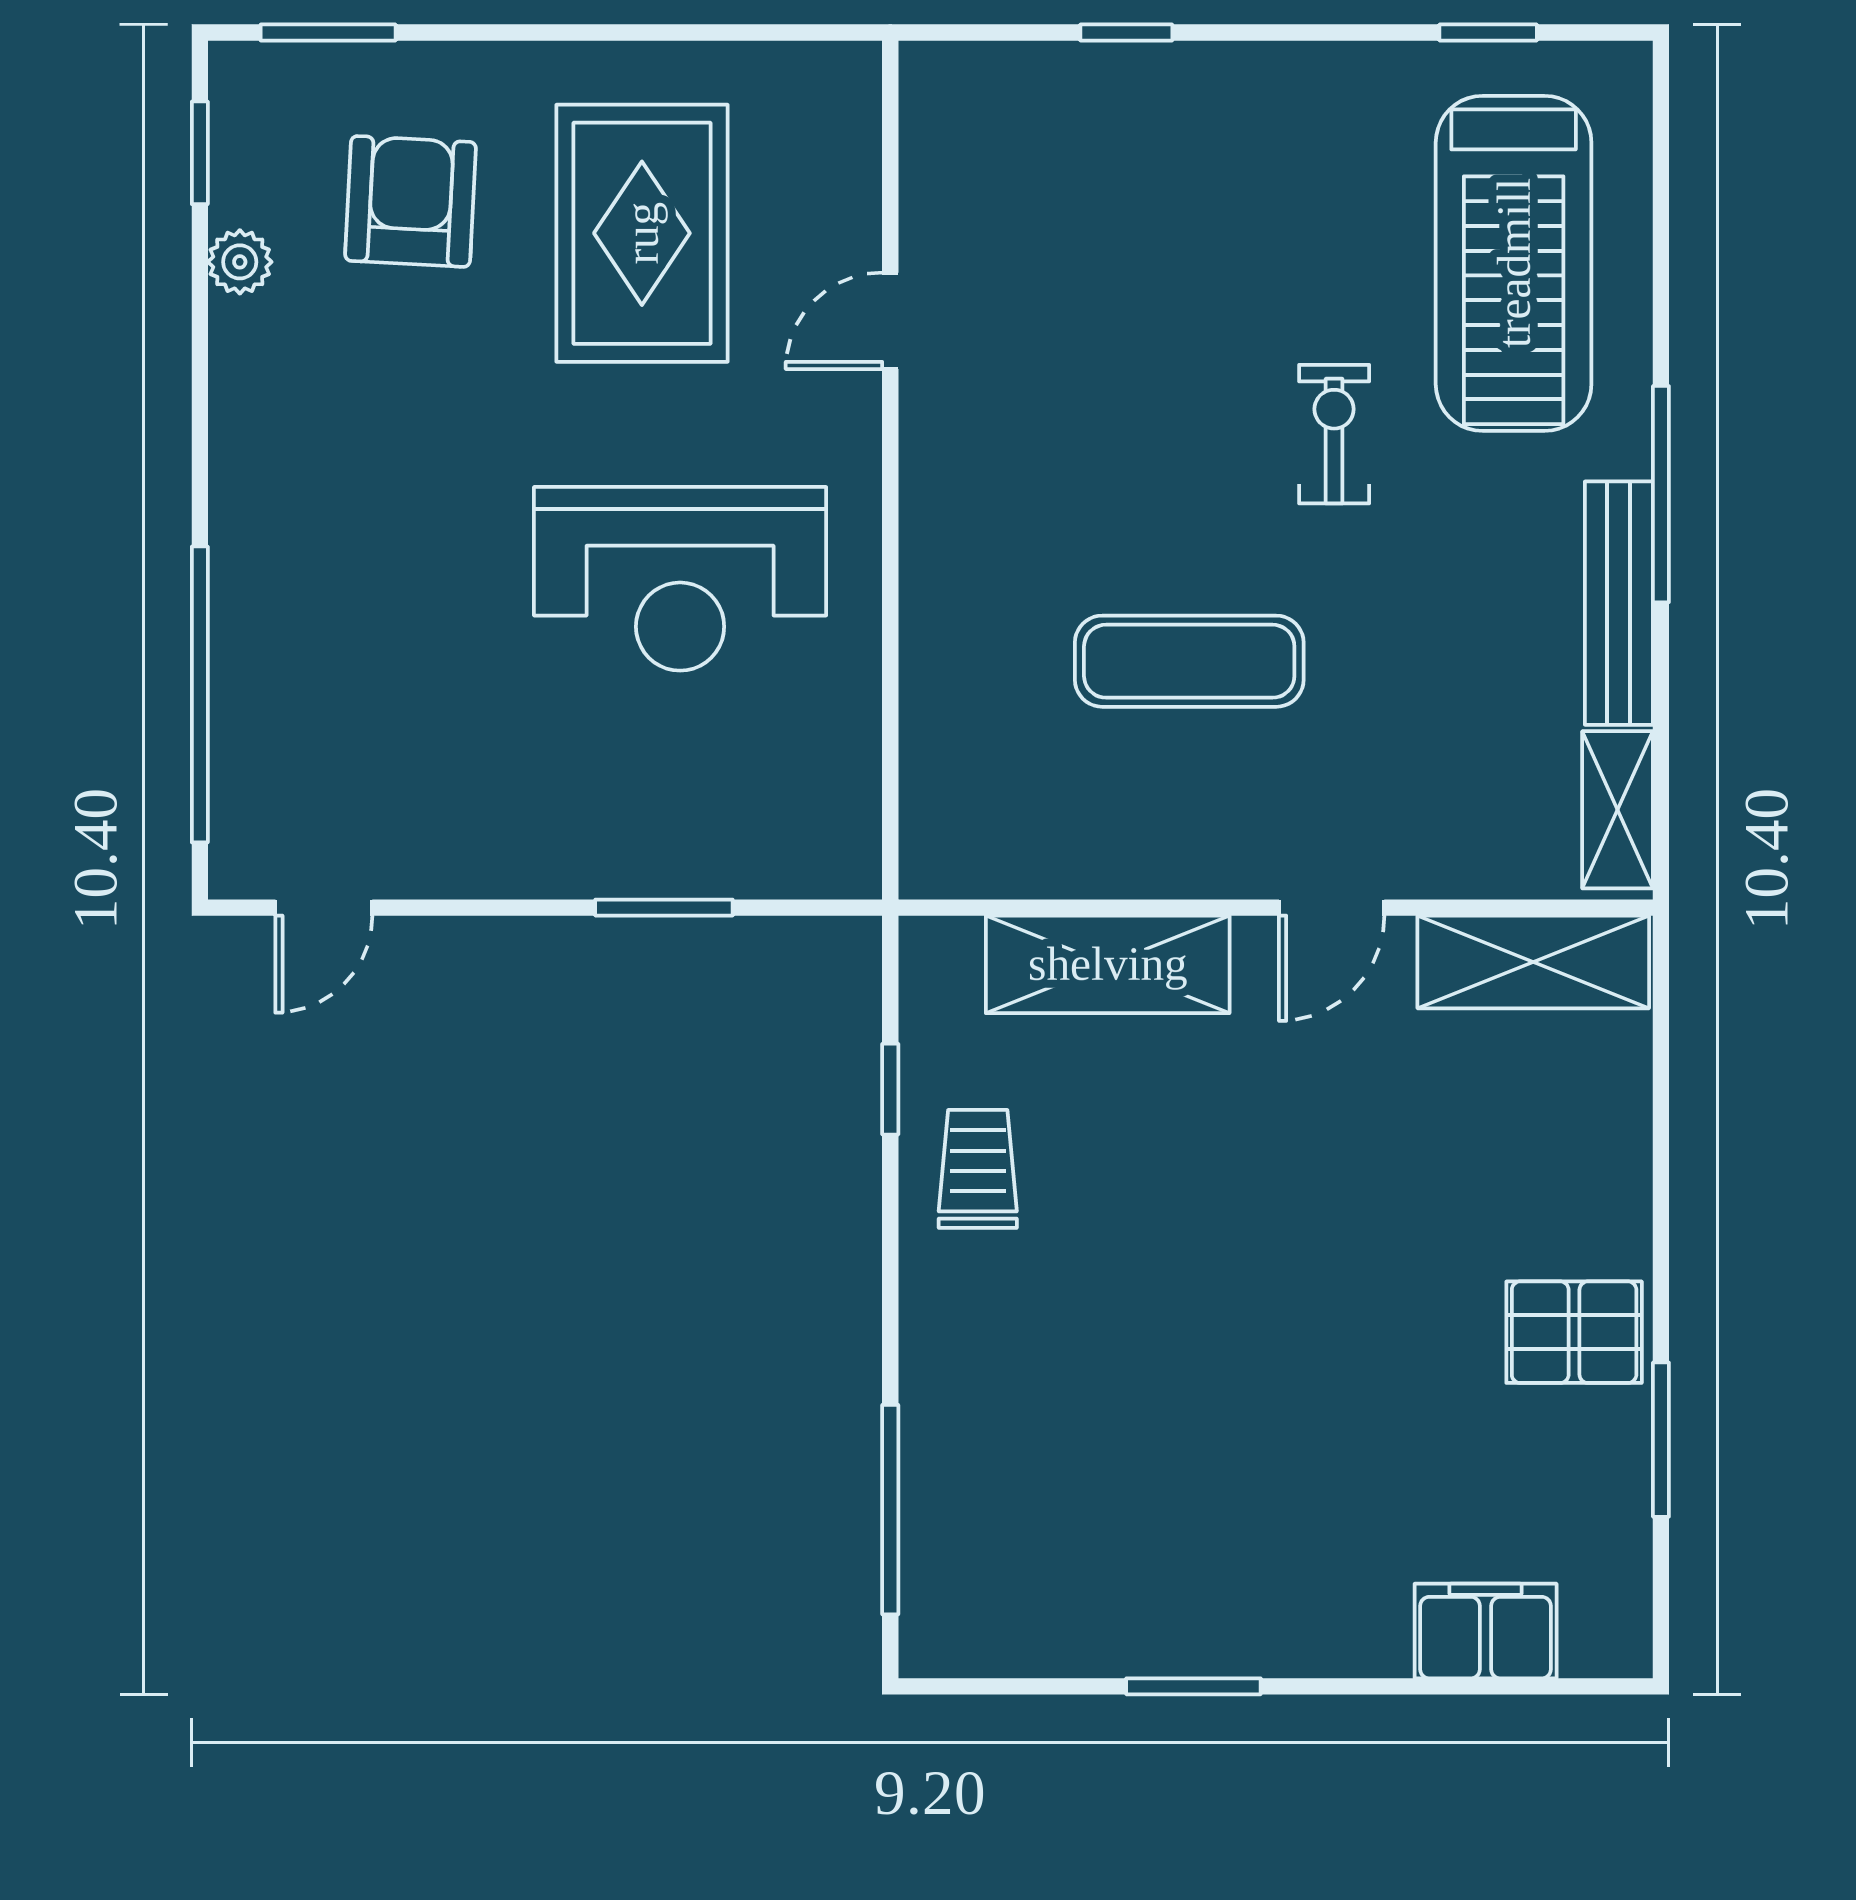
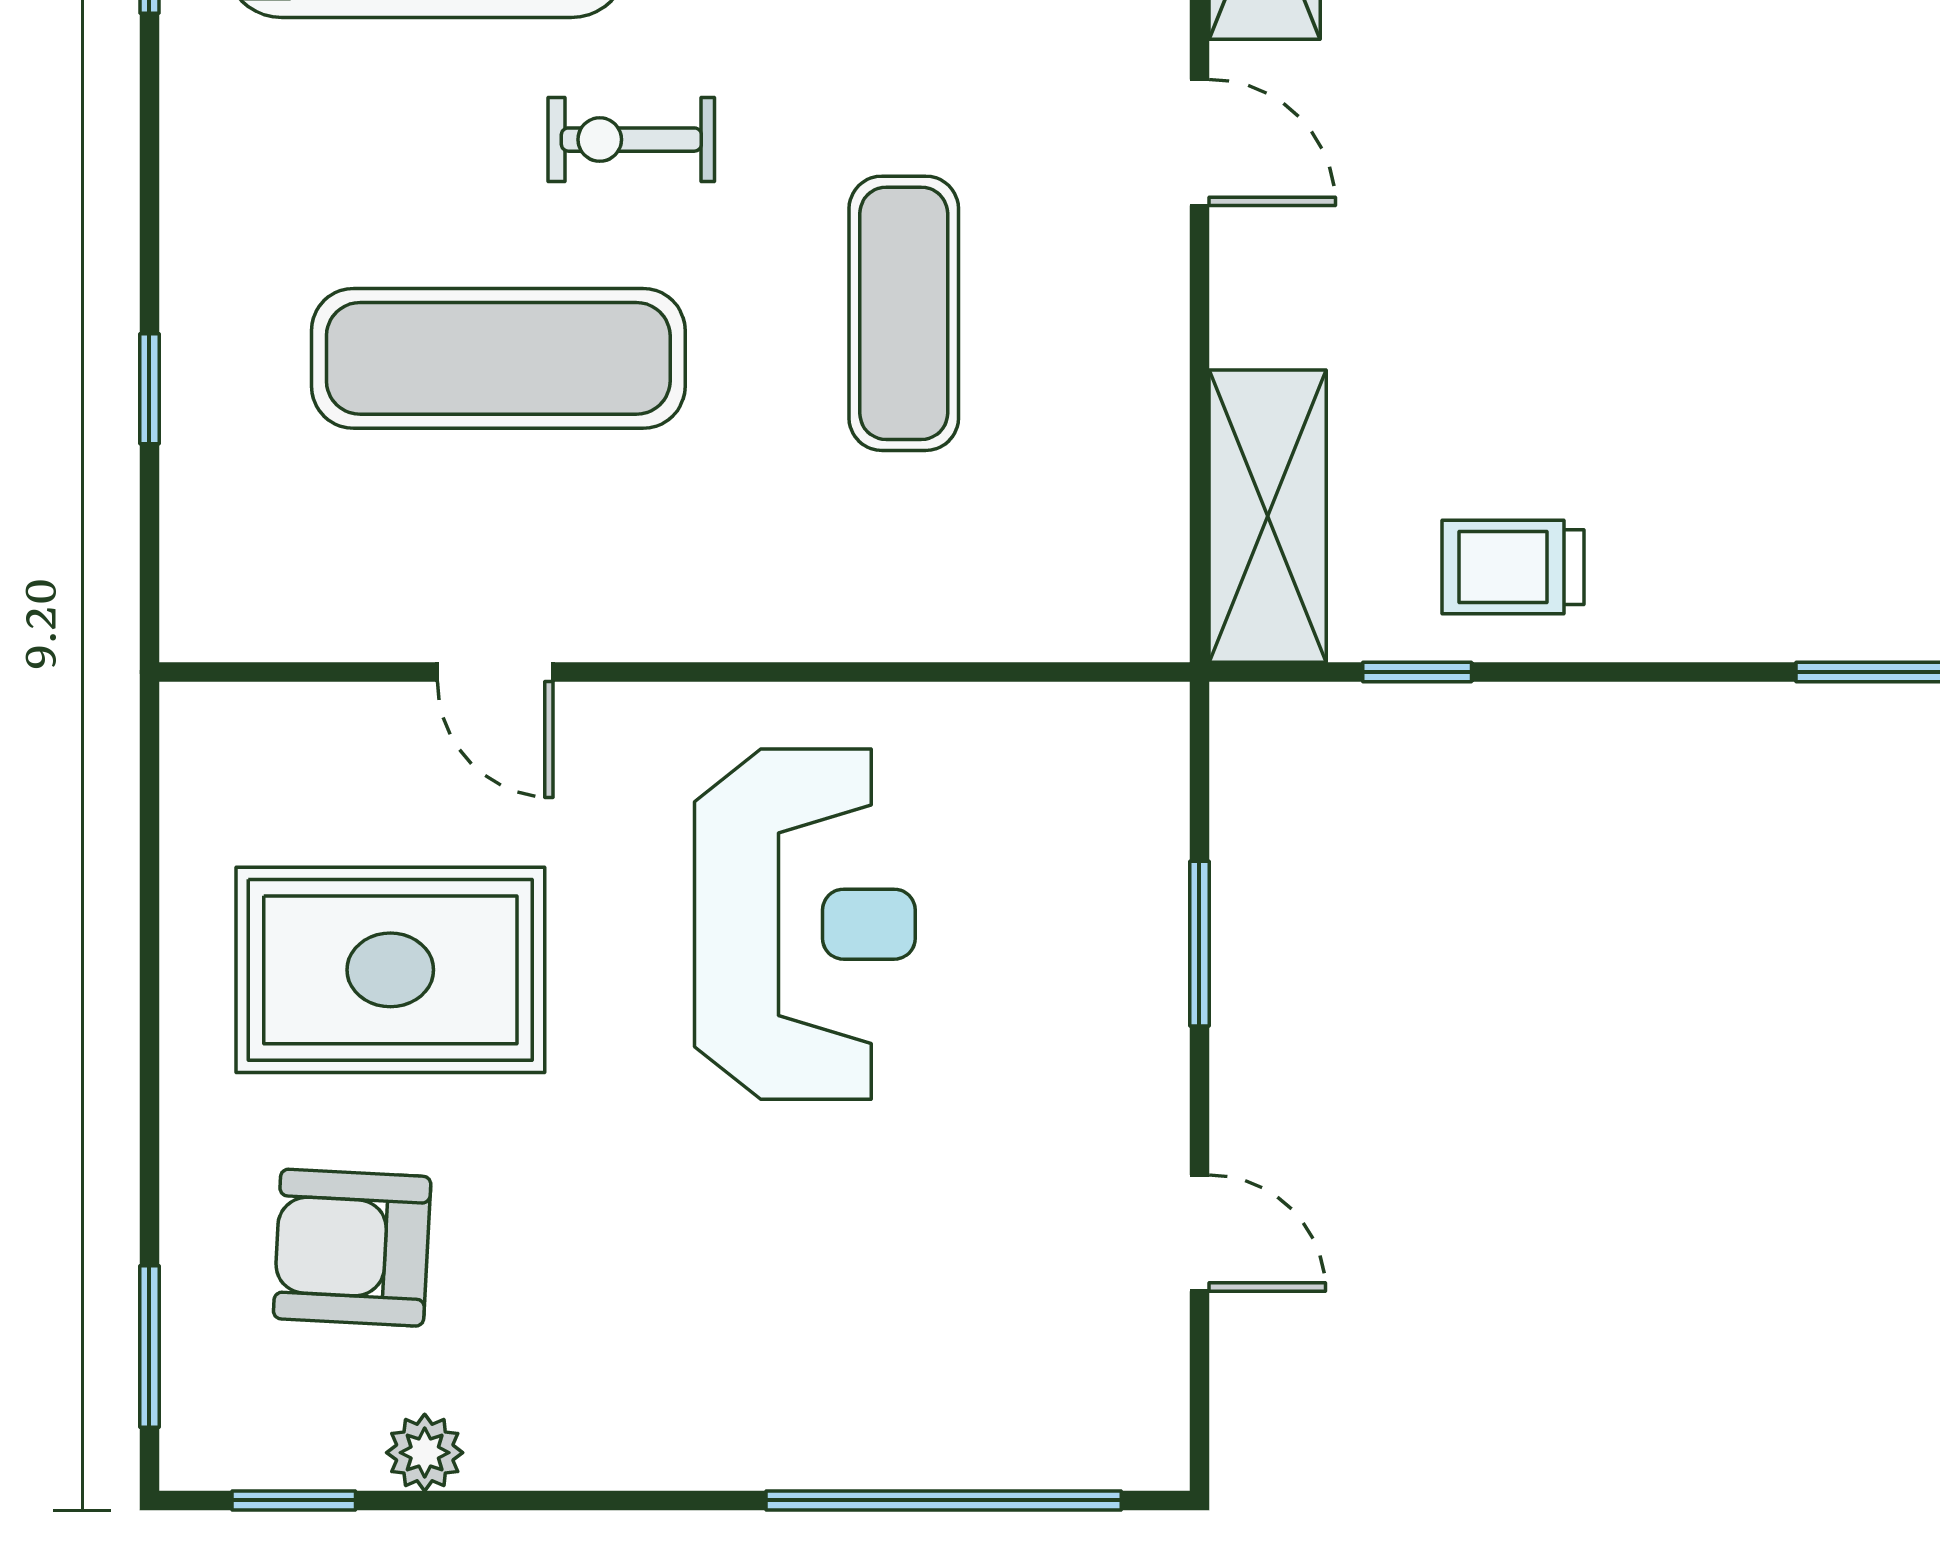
exercise mat: (1152, 323) -> (498, 358), added
door: (324, 908) -> (1199, 1233), moved
shelving: (1108, 964) -> (1268, 516), moved

